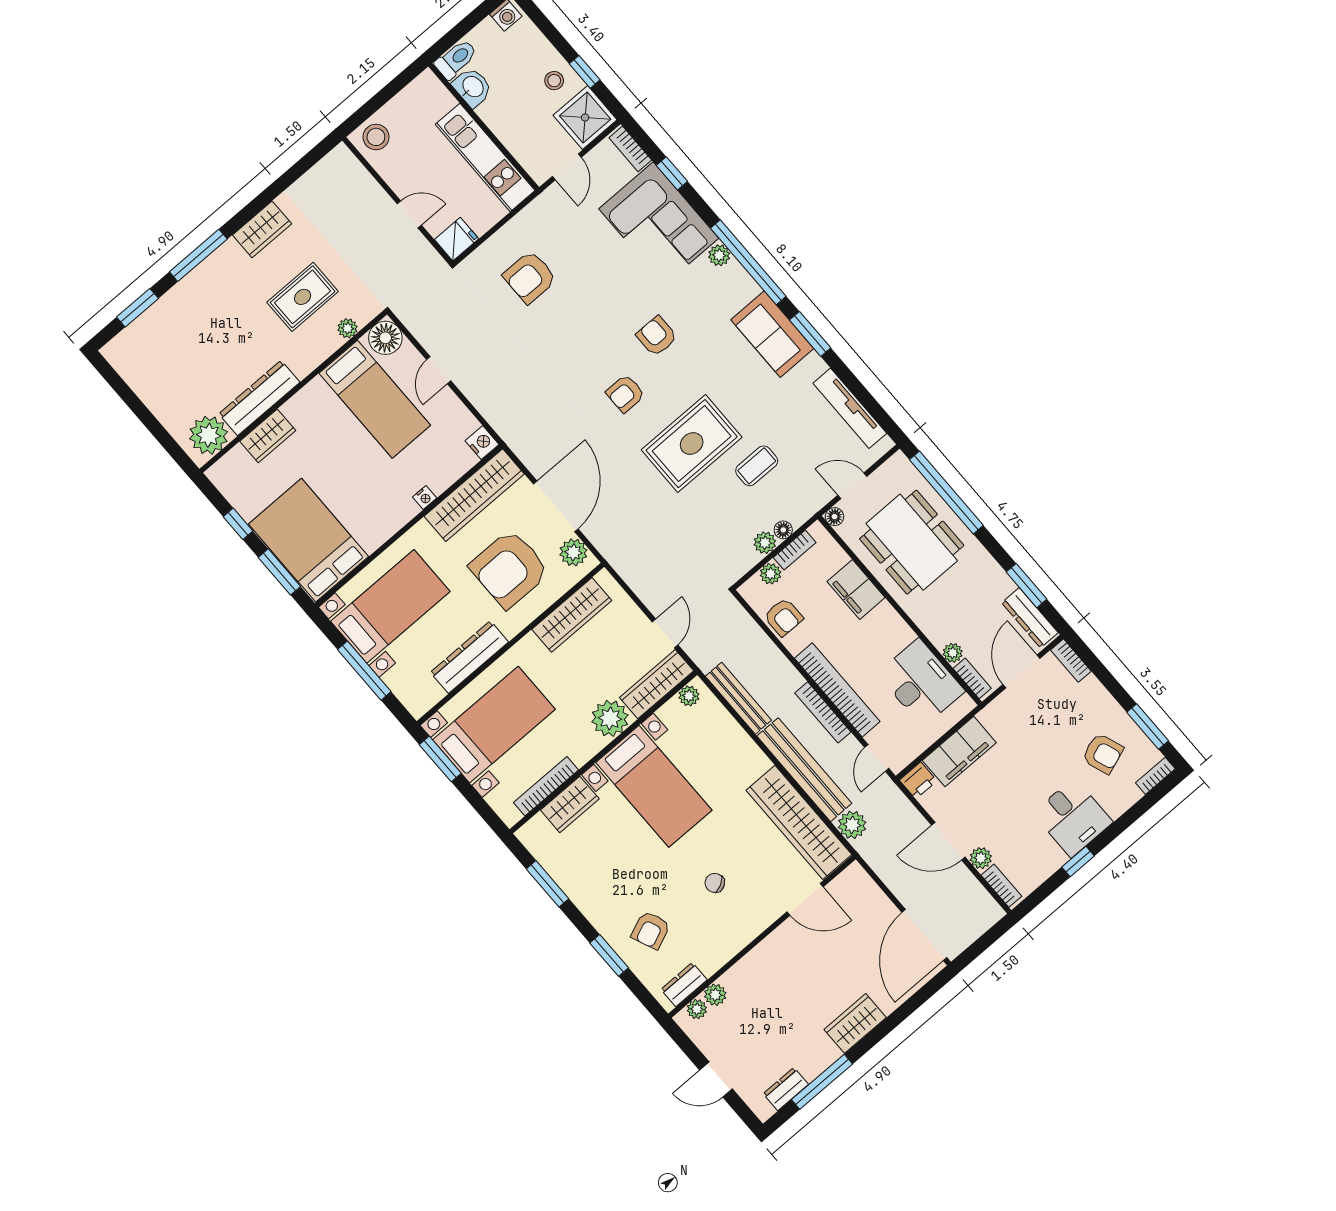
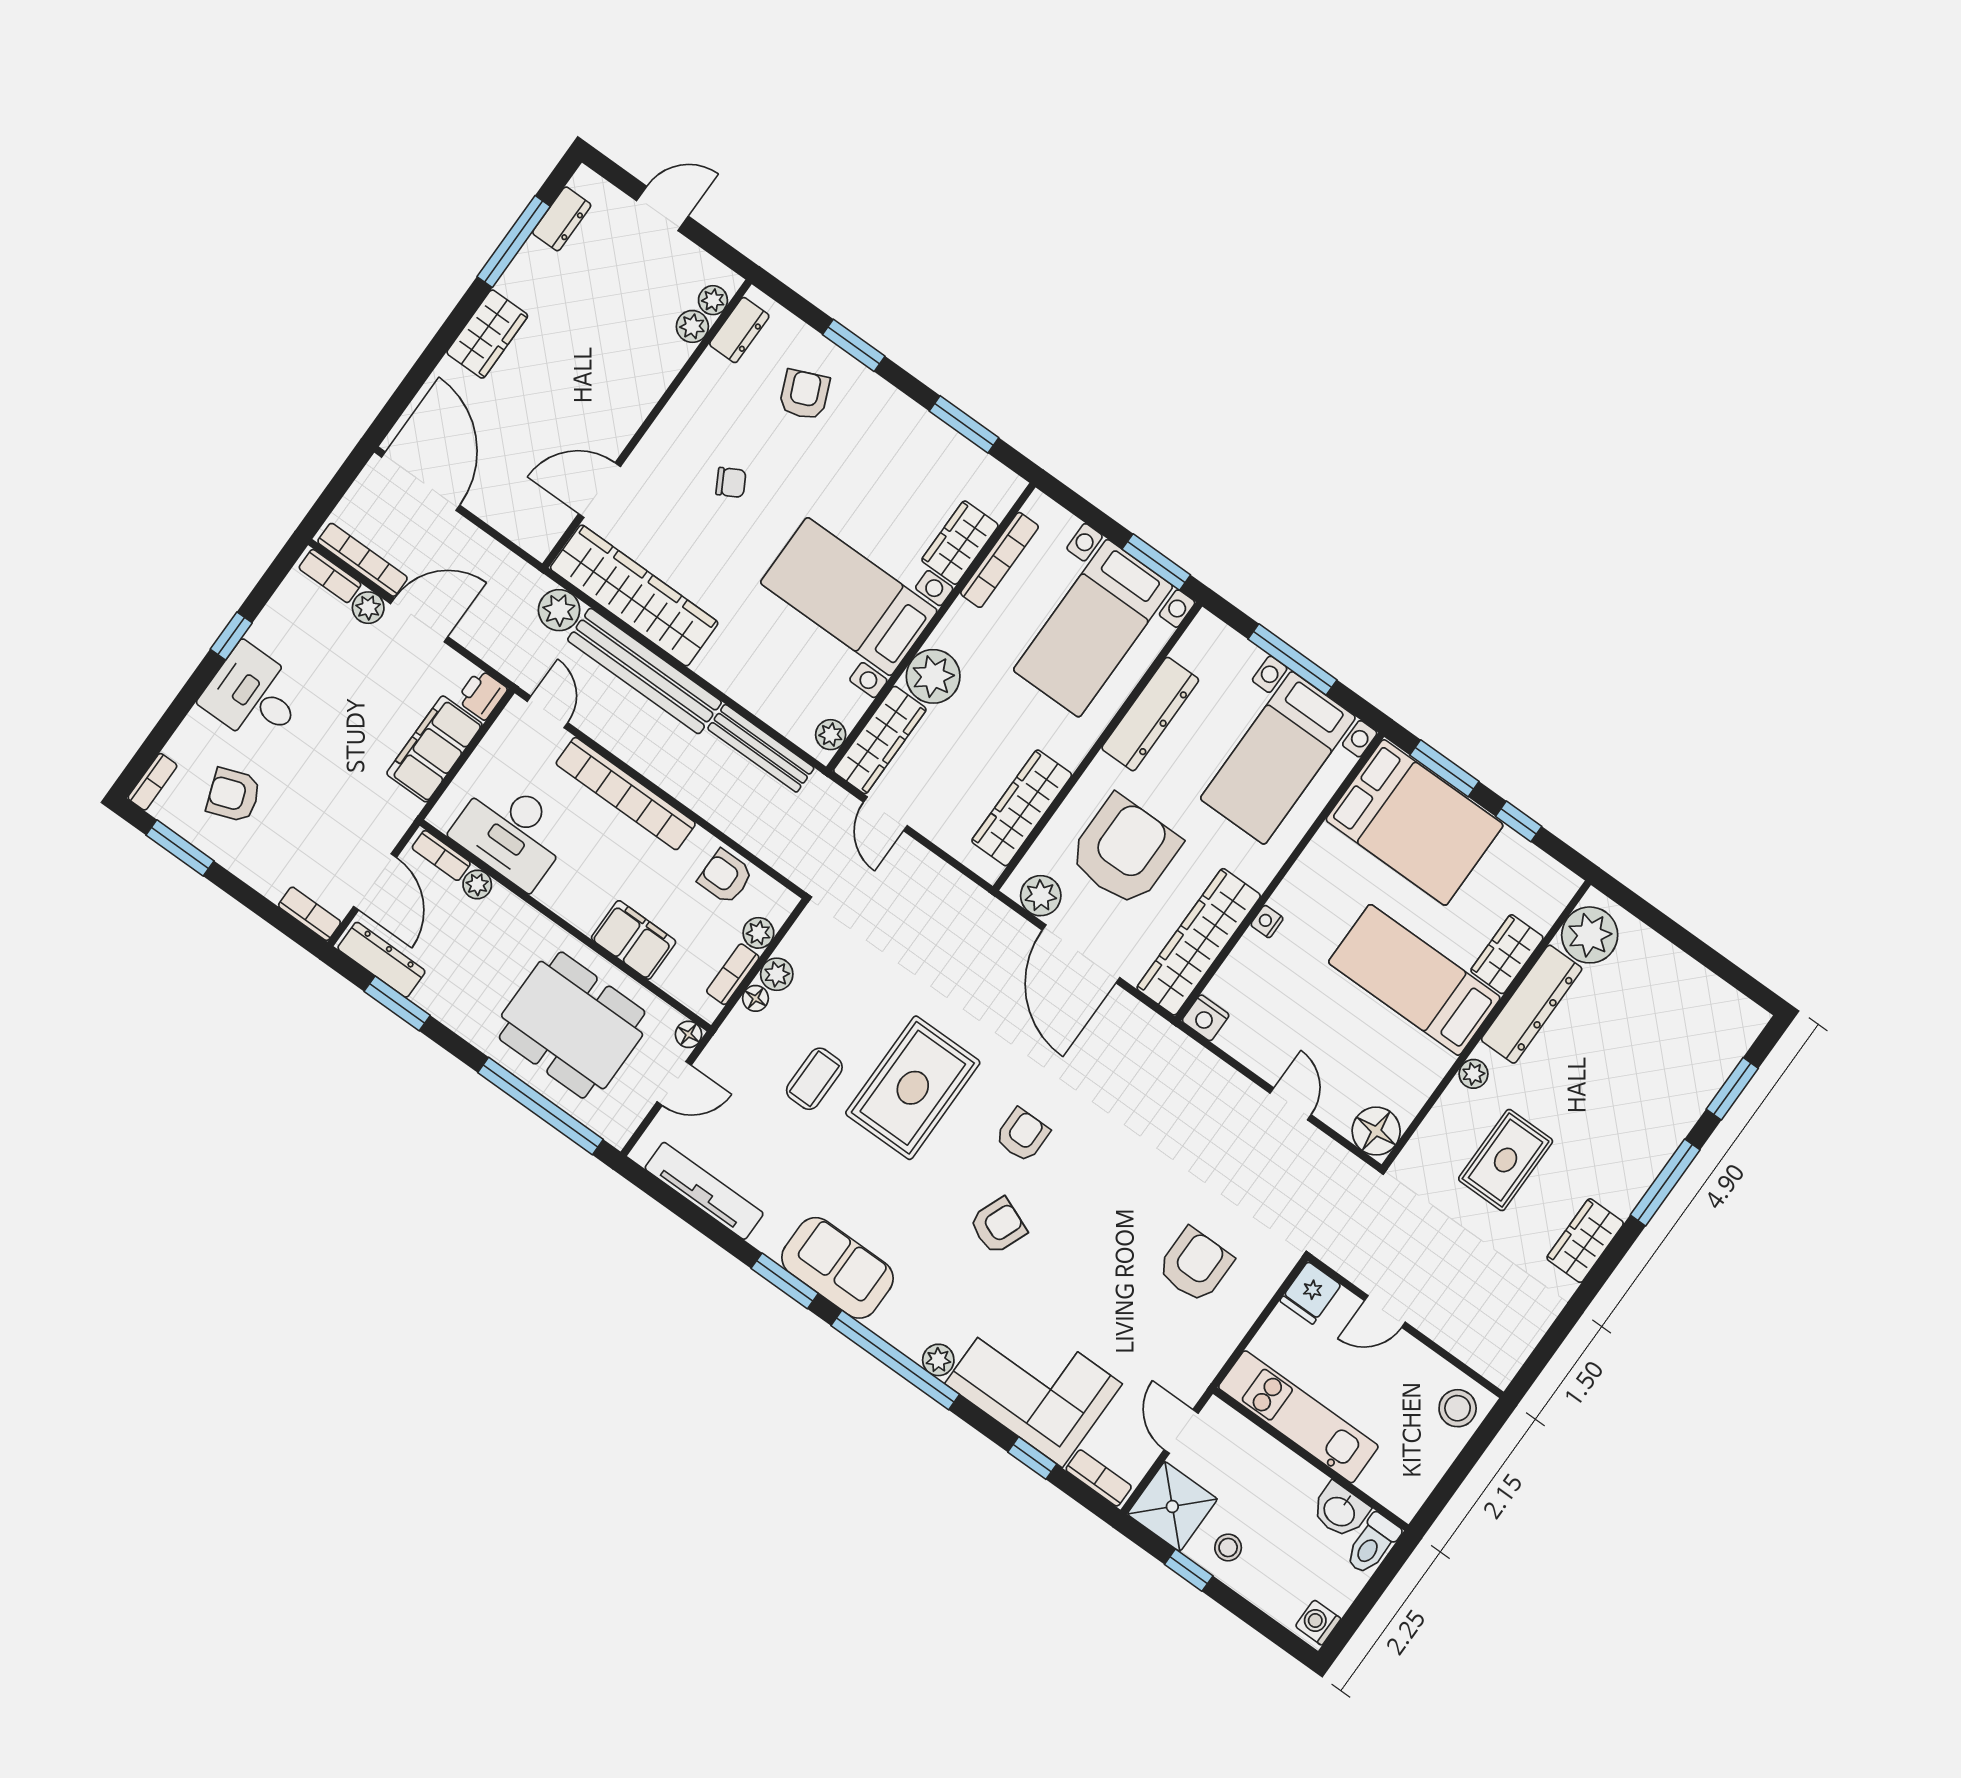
plant: (348, 328) -> (1473, 1074), moved
armchair: (657, 336) -> (998, 1226), turned -68
bed: (375, 399) -> (1414, 980), moved
bookcase: (823, 712) -> (363, 560), moved

